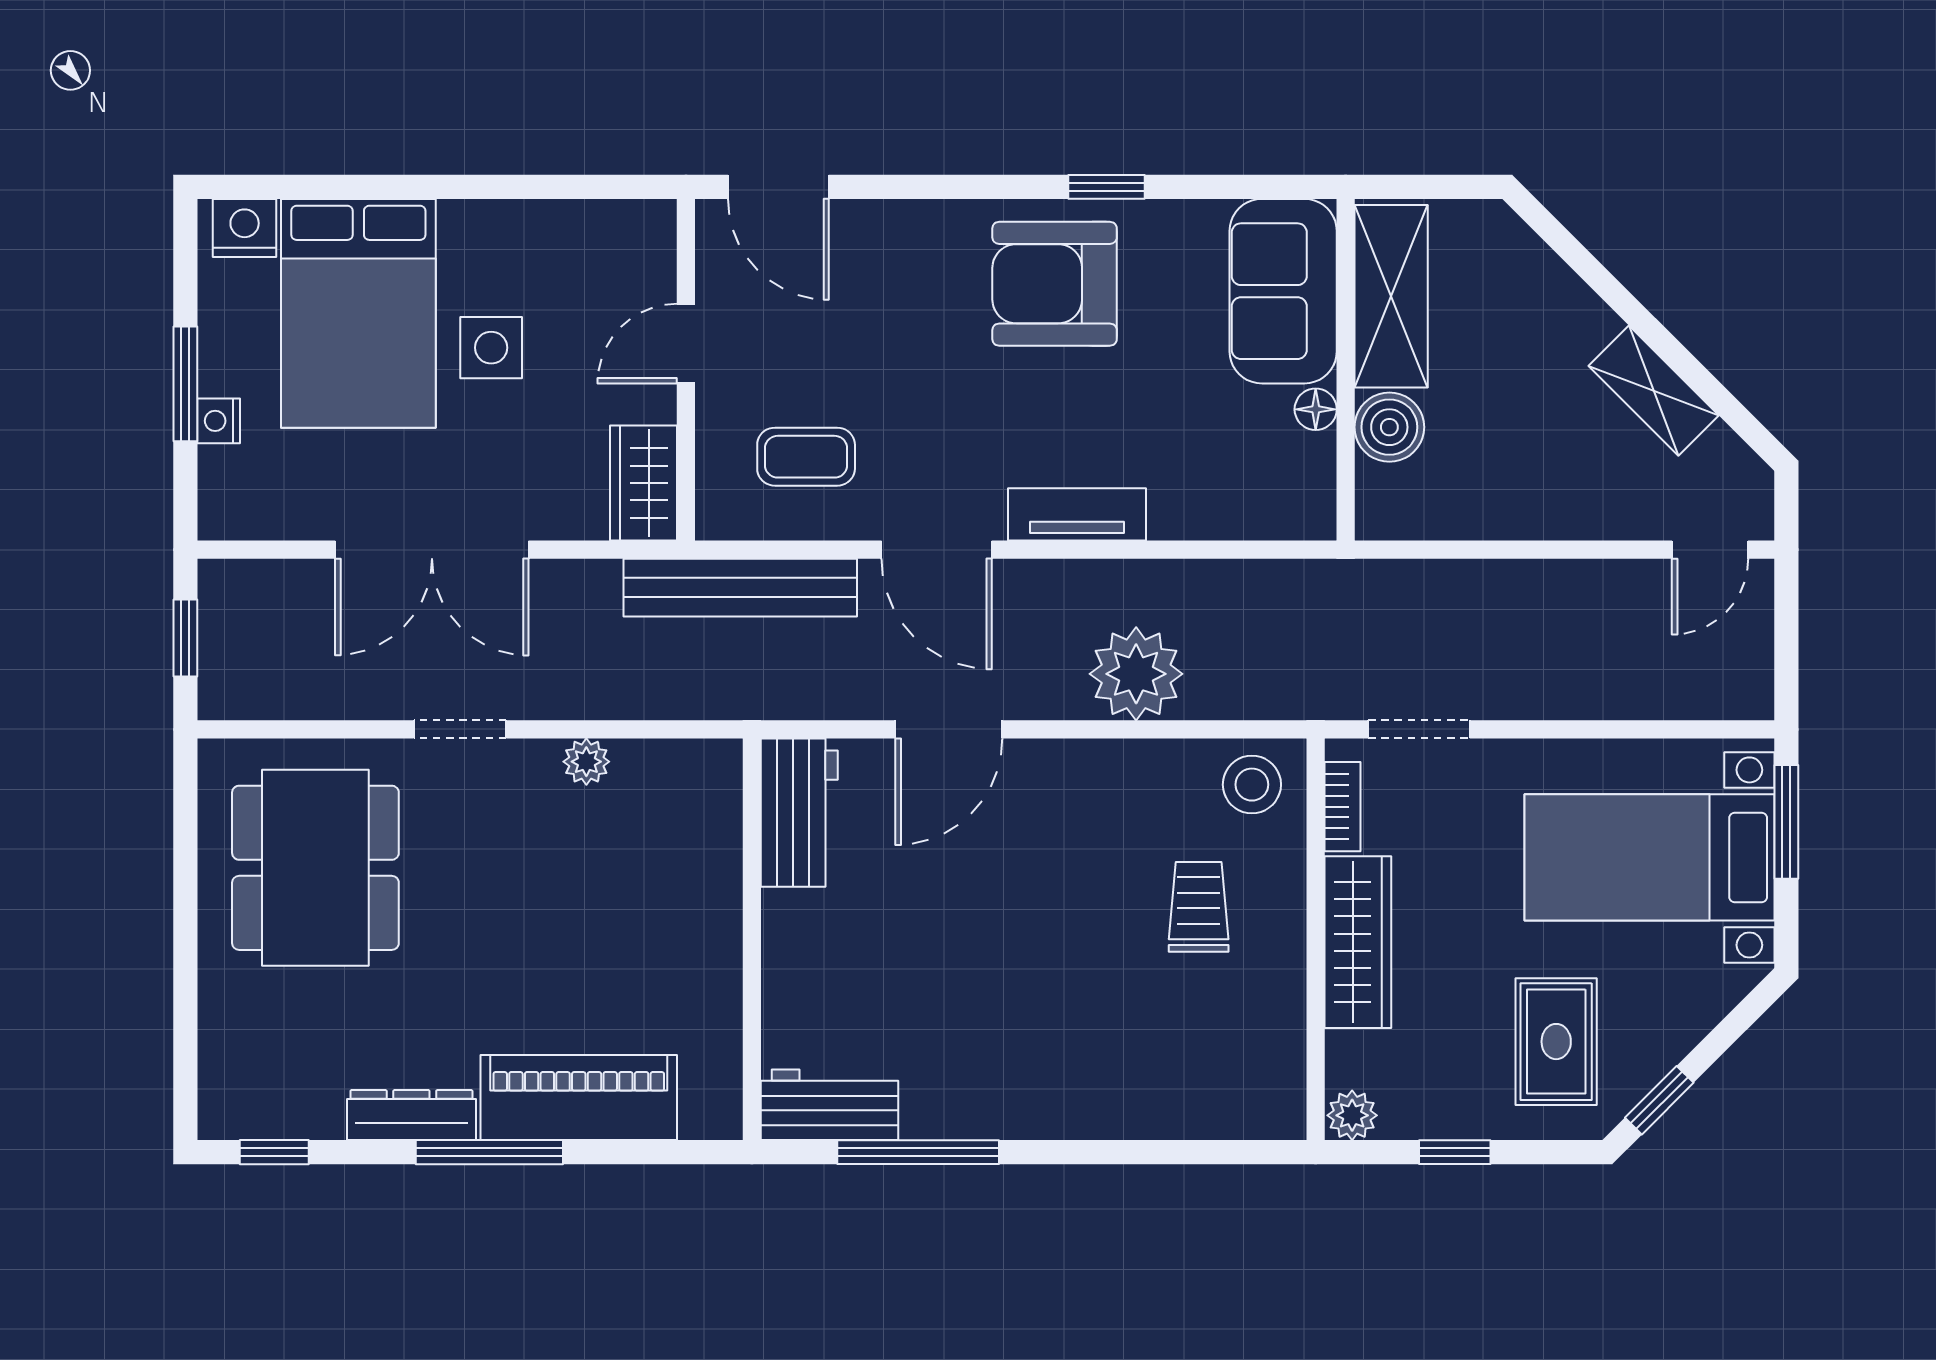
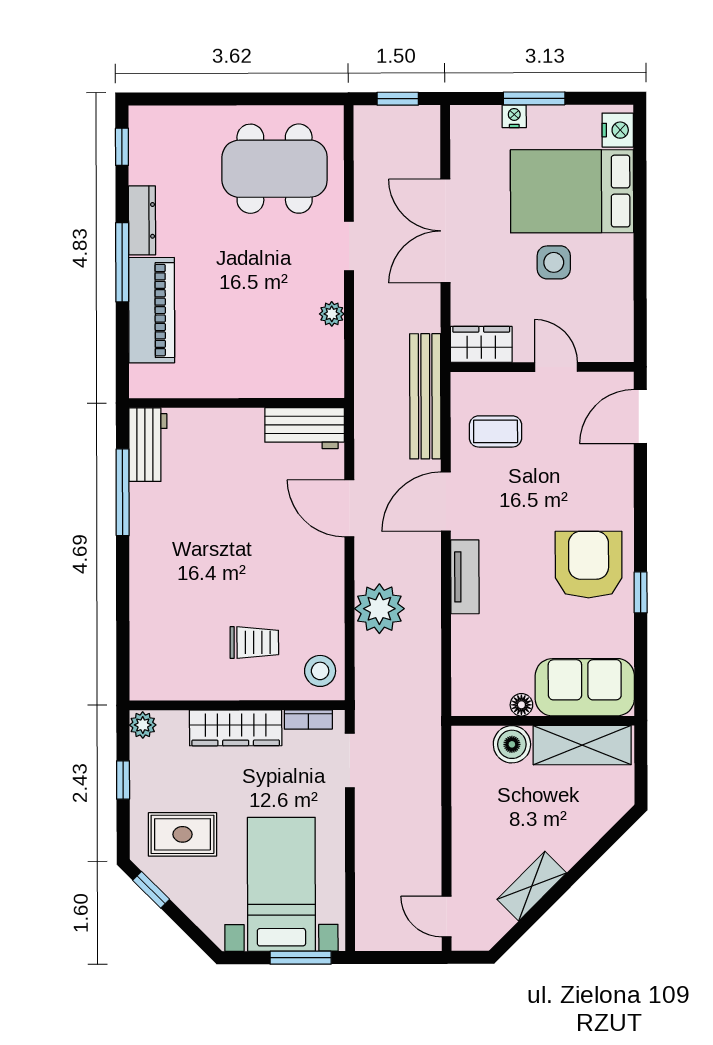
coffee table: (806, 457) -> (496, 431), turned 90

